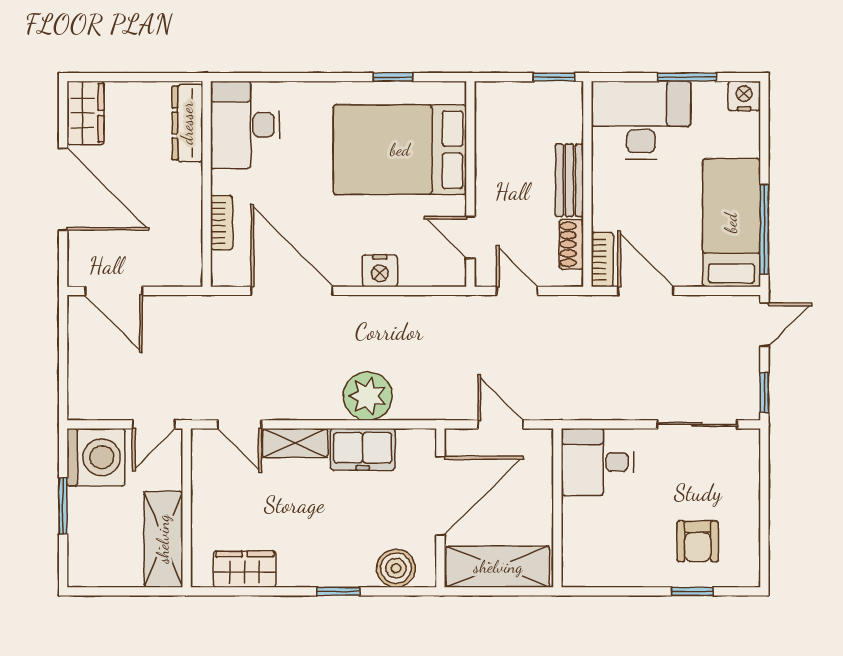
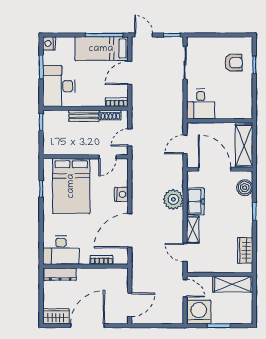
door: (646, 291) -> (130, 73), moved
door: (240, 424) -> (185, 253), swing flipped

